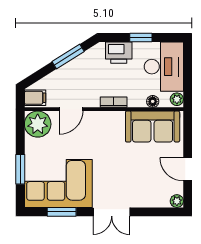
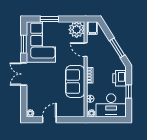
sofa: (153, 126) -> (75, 82), moved

